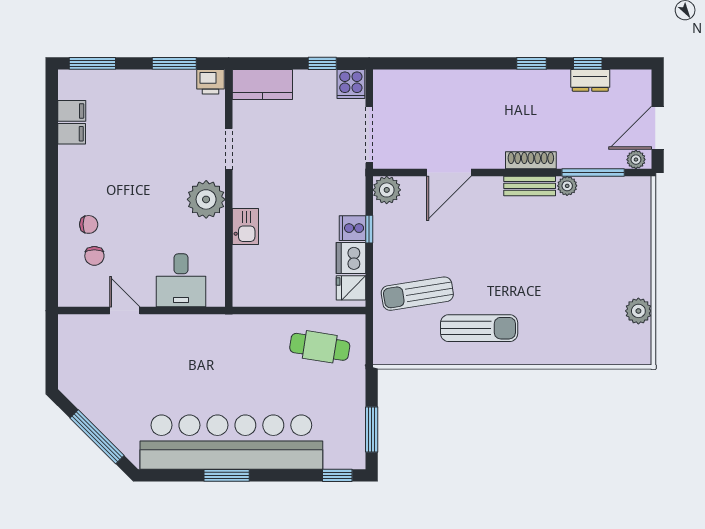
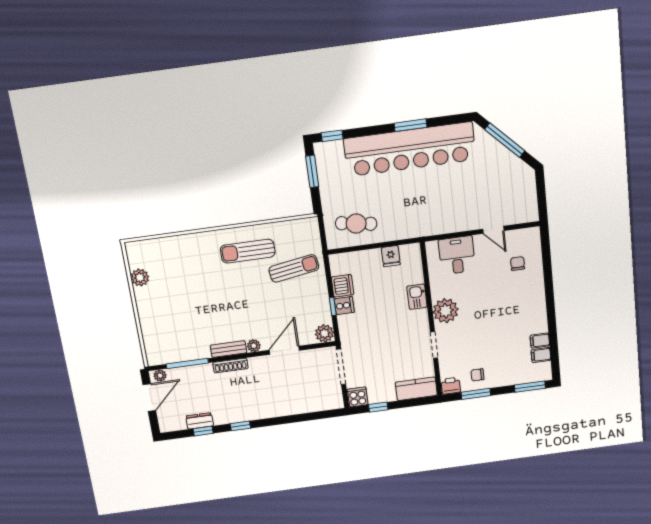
plant: (567, 186) -> (254, 346), moved
chair: (89, 224) -> (477, 375), moved
fridge: (351, 288) -> (391, 256), moved, turned 90

